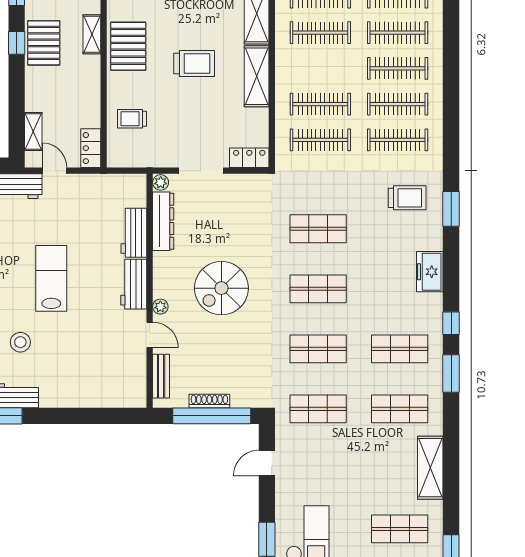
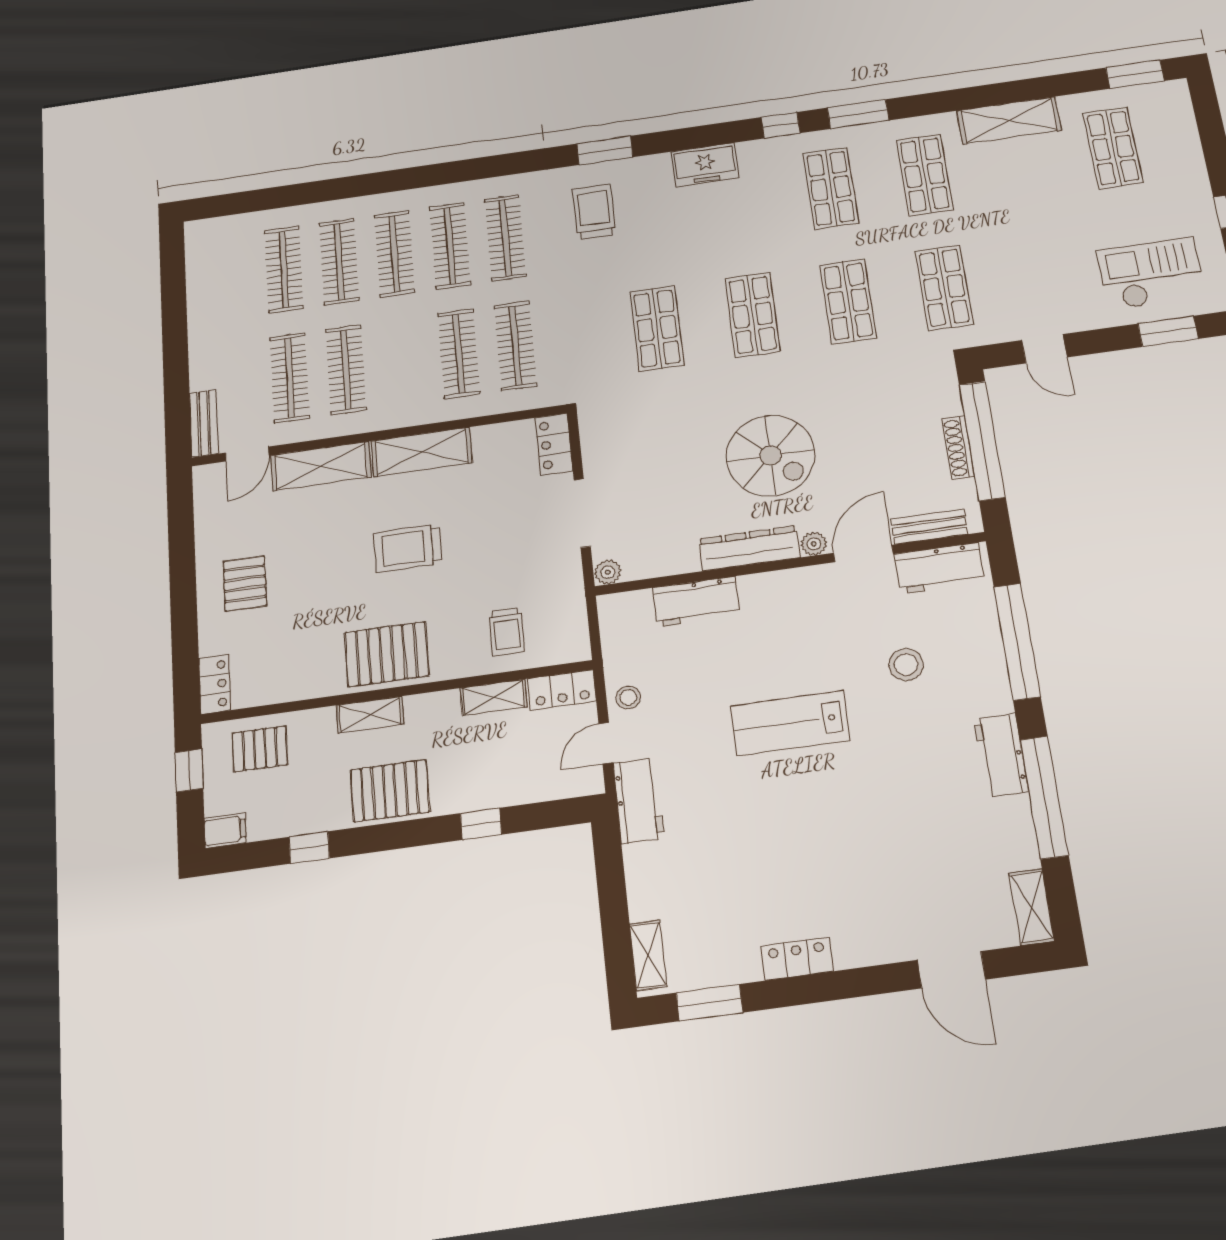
window: (17, 43) -> (481, 824), moved
trolley: (194, 64) -> (408, 548), turned -90
shelving: (33, 131) -> (494, 697), moved
stool: (80, 187) -> (628, 697), added
dresser: (163, 221) -> (749, 548), moved
workbench: (134, 284) -> (940, 568), moved
door: (150, 335) -> (863, 554), width x1.38
stool: (20, 342) -> (906, 665), moved
window: (82, 416) -> (1017, 641), added

